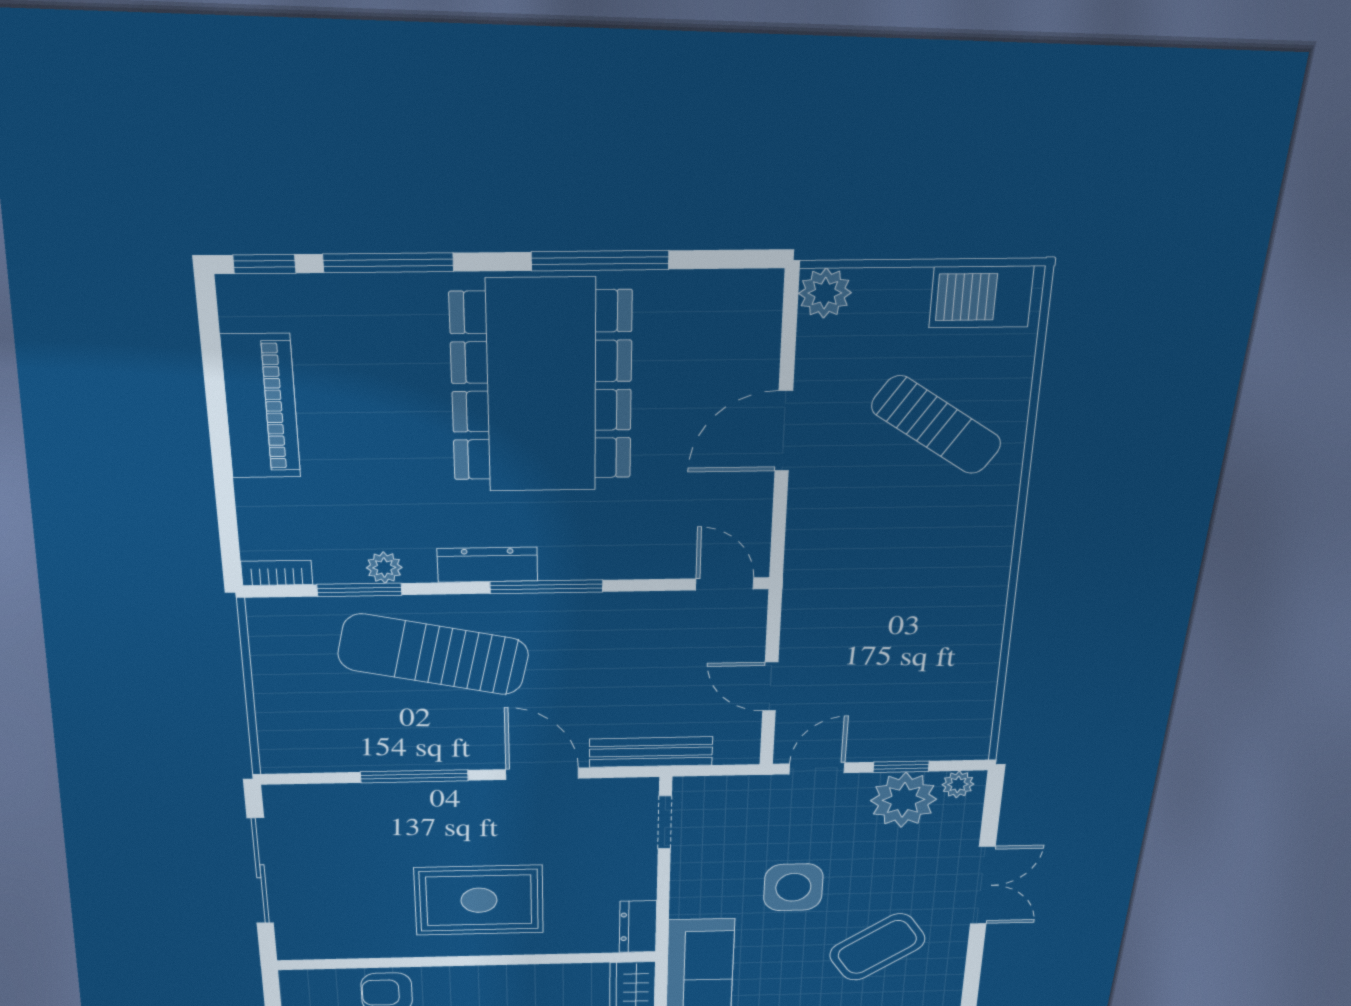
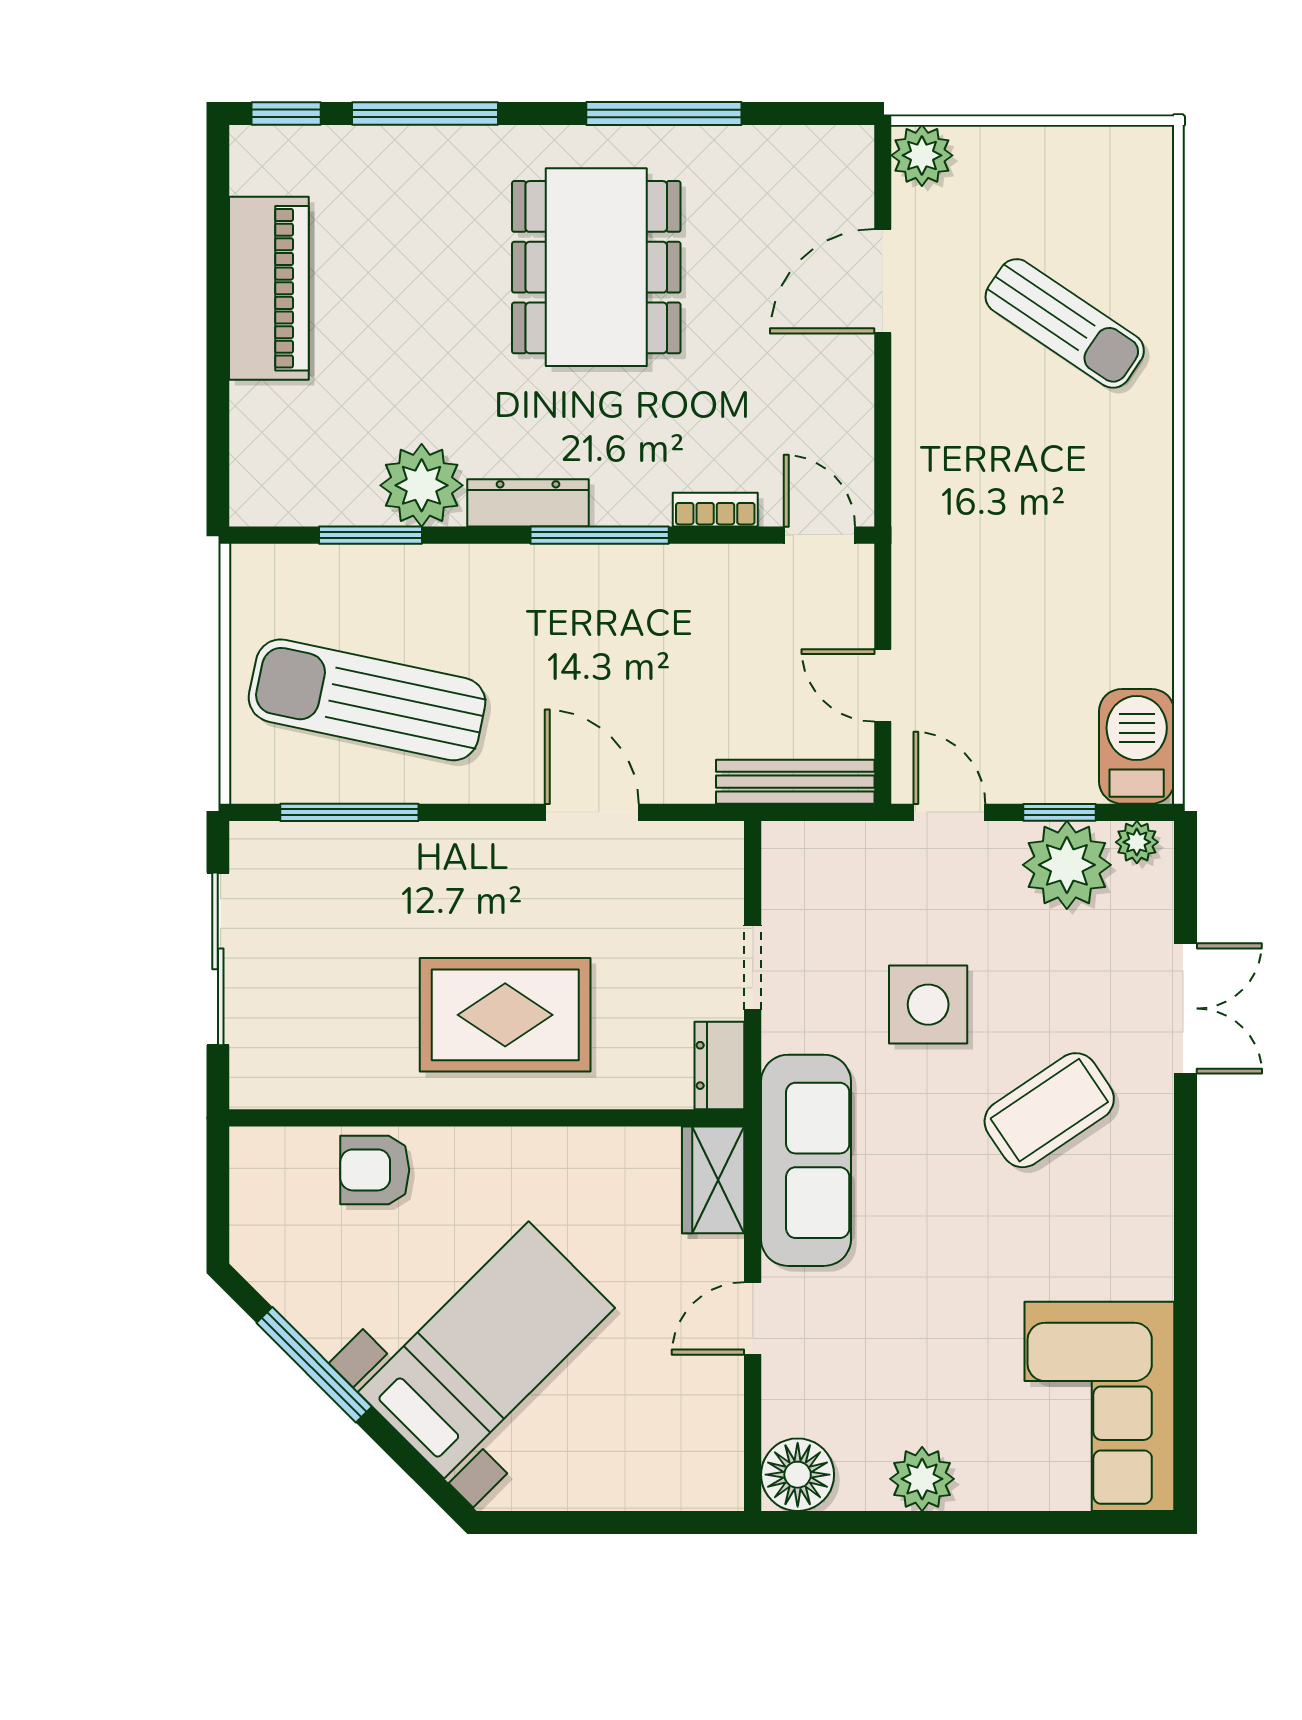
barbecue: (981, 297) -> (1137, 746), moved, turned 90
dining table: (542, 386) -> (596, 267), width x0.73, depth x0.80
door: (784, 431) -> (883, 281), moved
plant: (384, 568) -> (422, 485), width x1.87, depth x1.87
bookcase: (277, 573) -> (715, 510), moved
sun lounger: (433, 654) -> (367, 700), moved
bench: (651, 752) -> (795, 782), moved
door: (817, 768) -> (949, 812), hinge flipped
window: (414, 776) -> (349, 812), moved
doorway: (665, 822) -> (753, 967), moved

